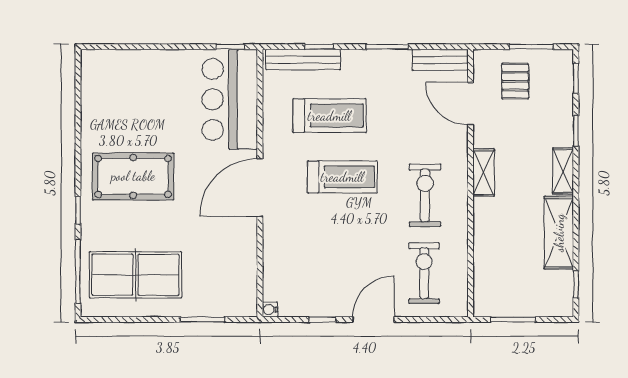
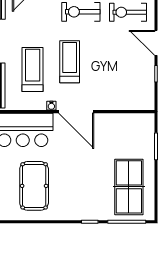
pool table: (133, 176) -> (34, 186), moved
water cooler: (270, 310) -> (51, 106), moved

